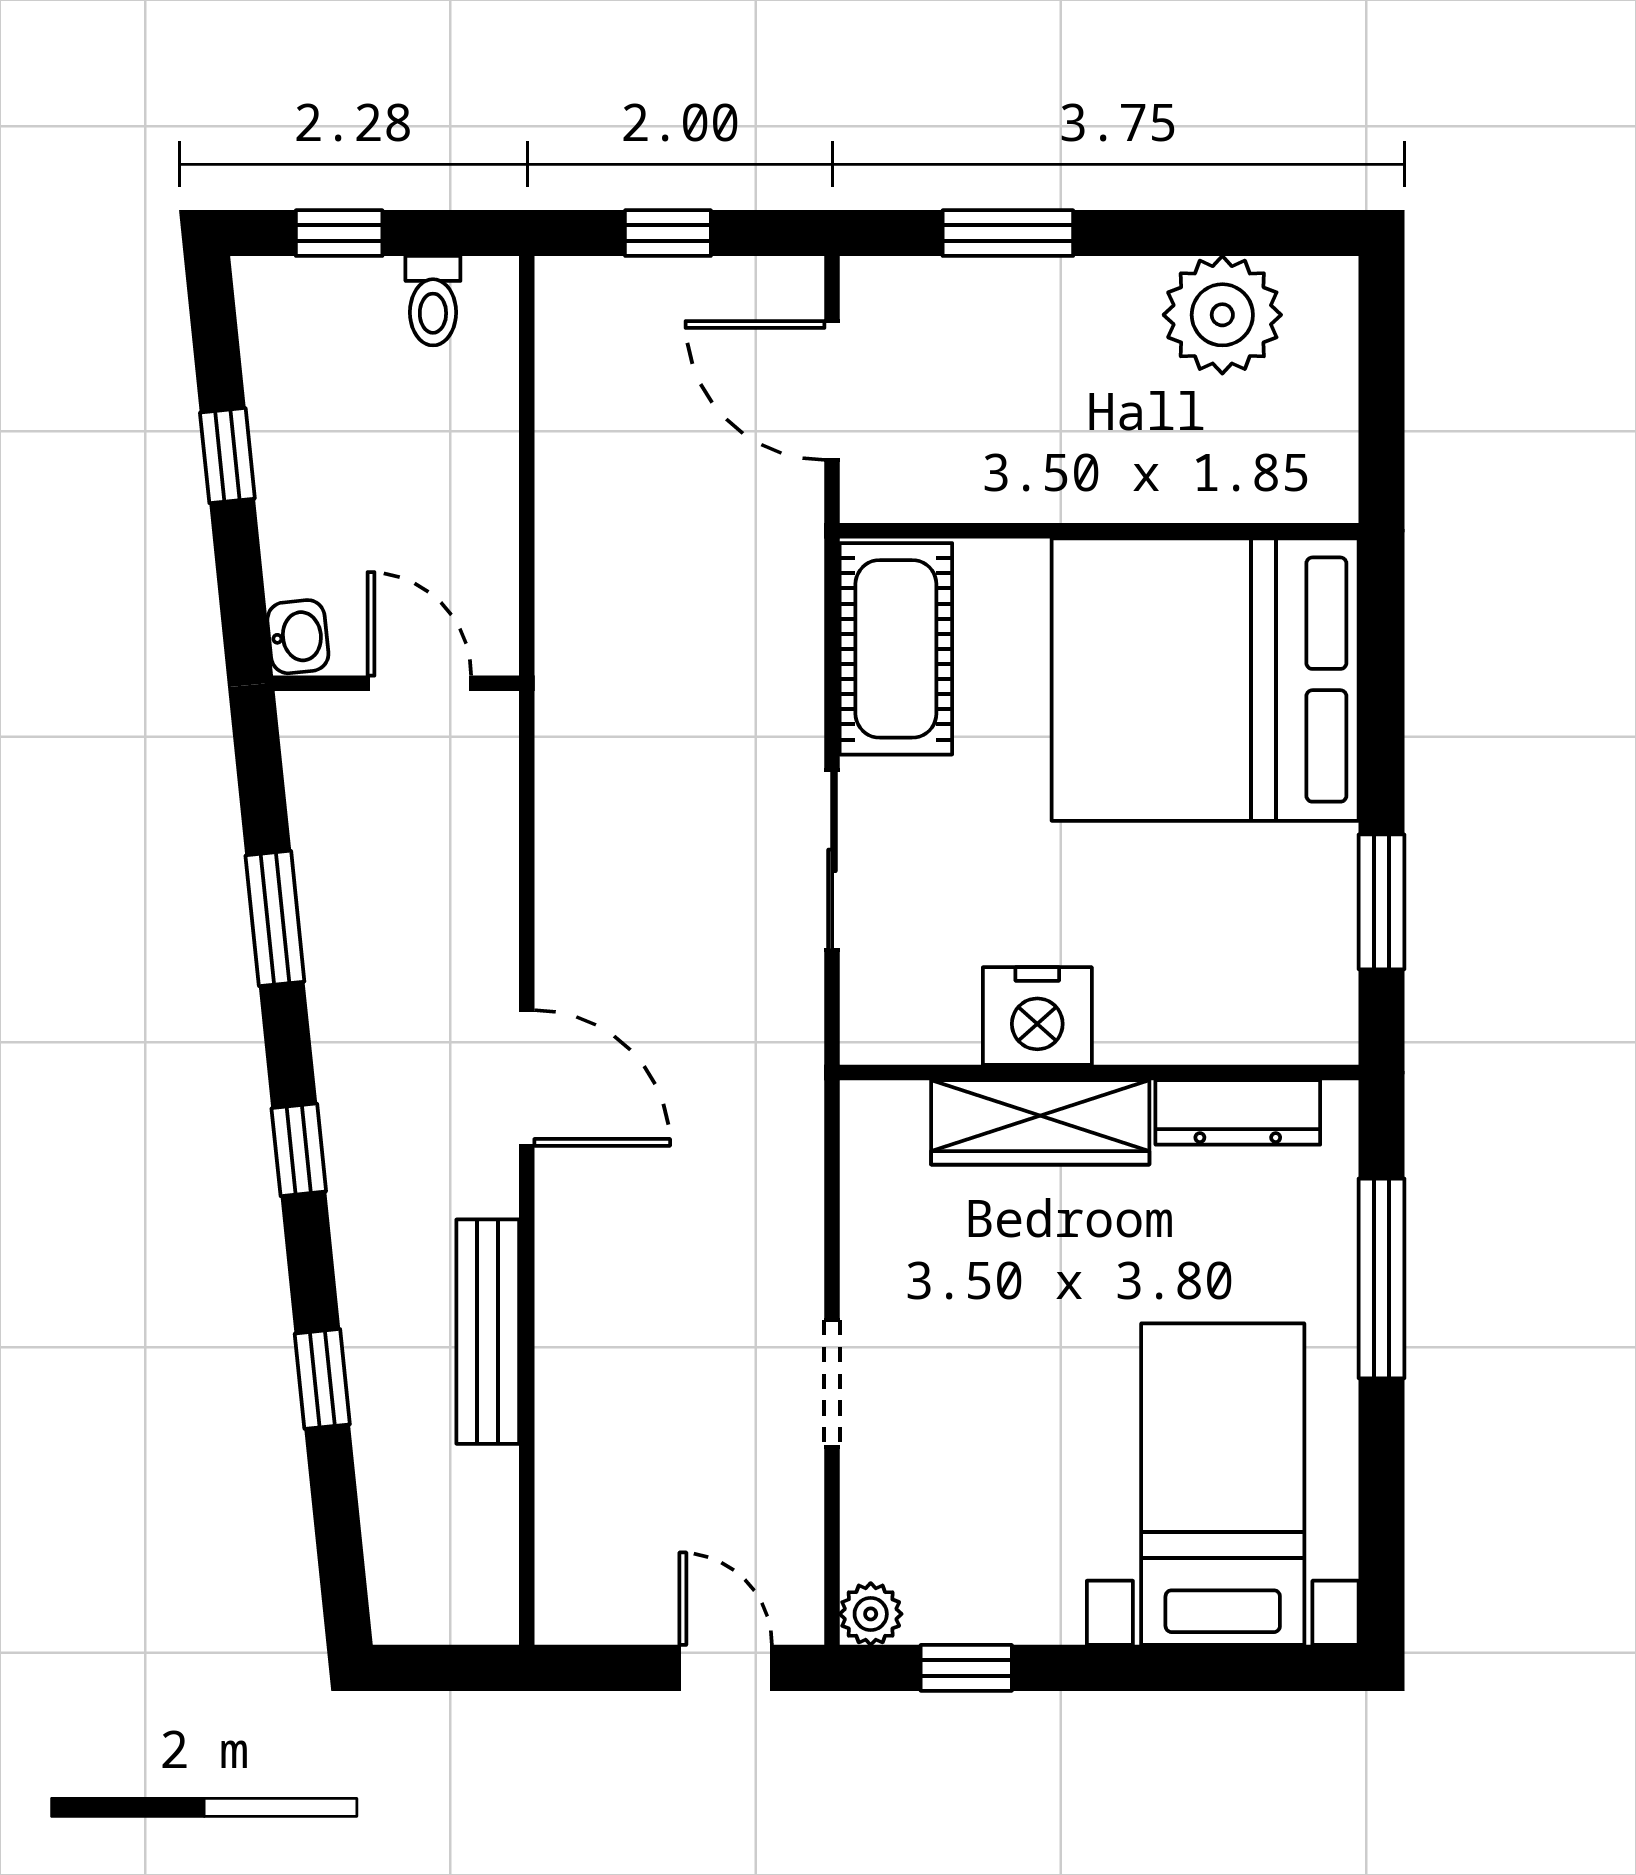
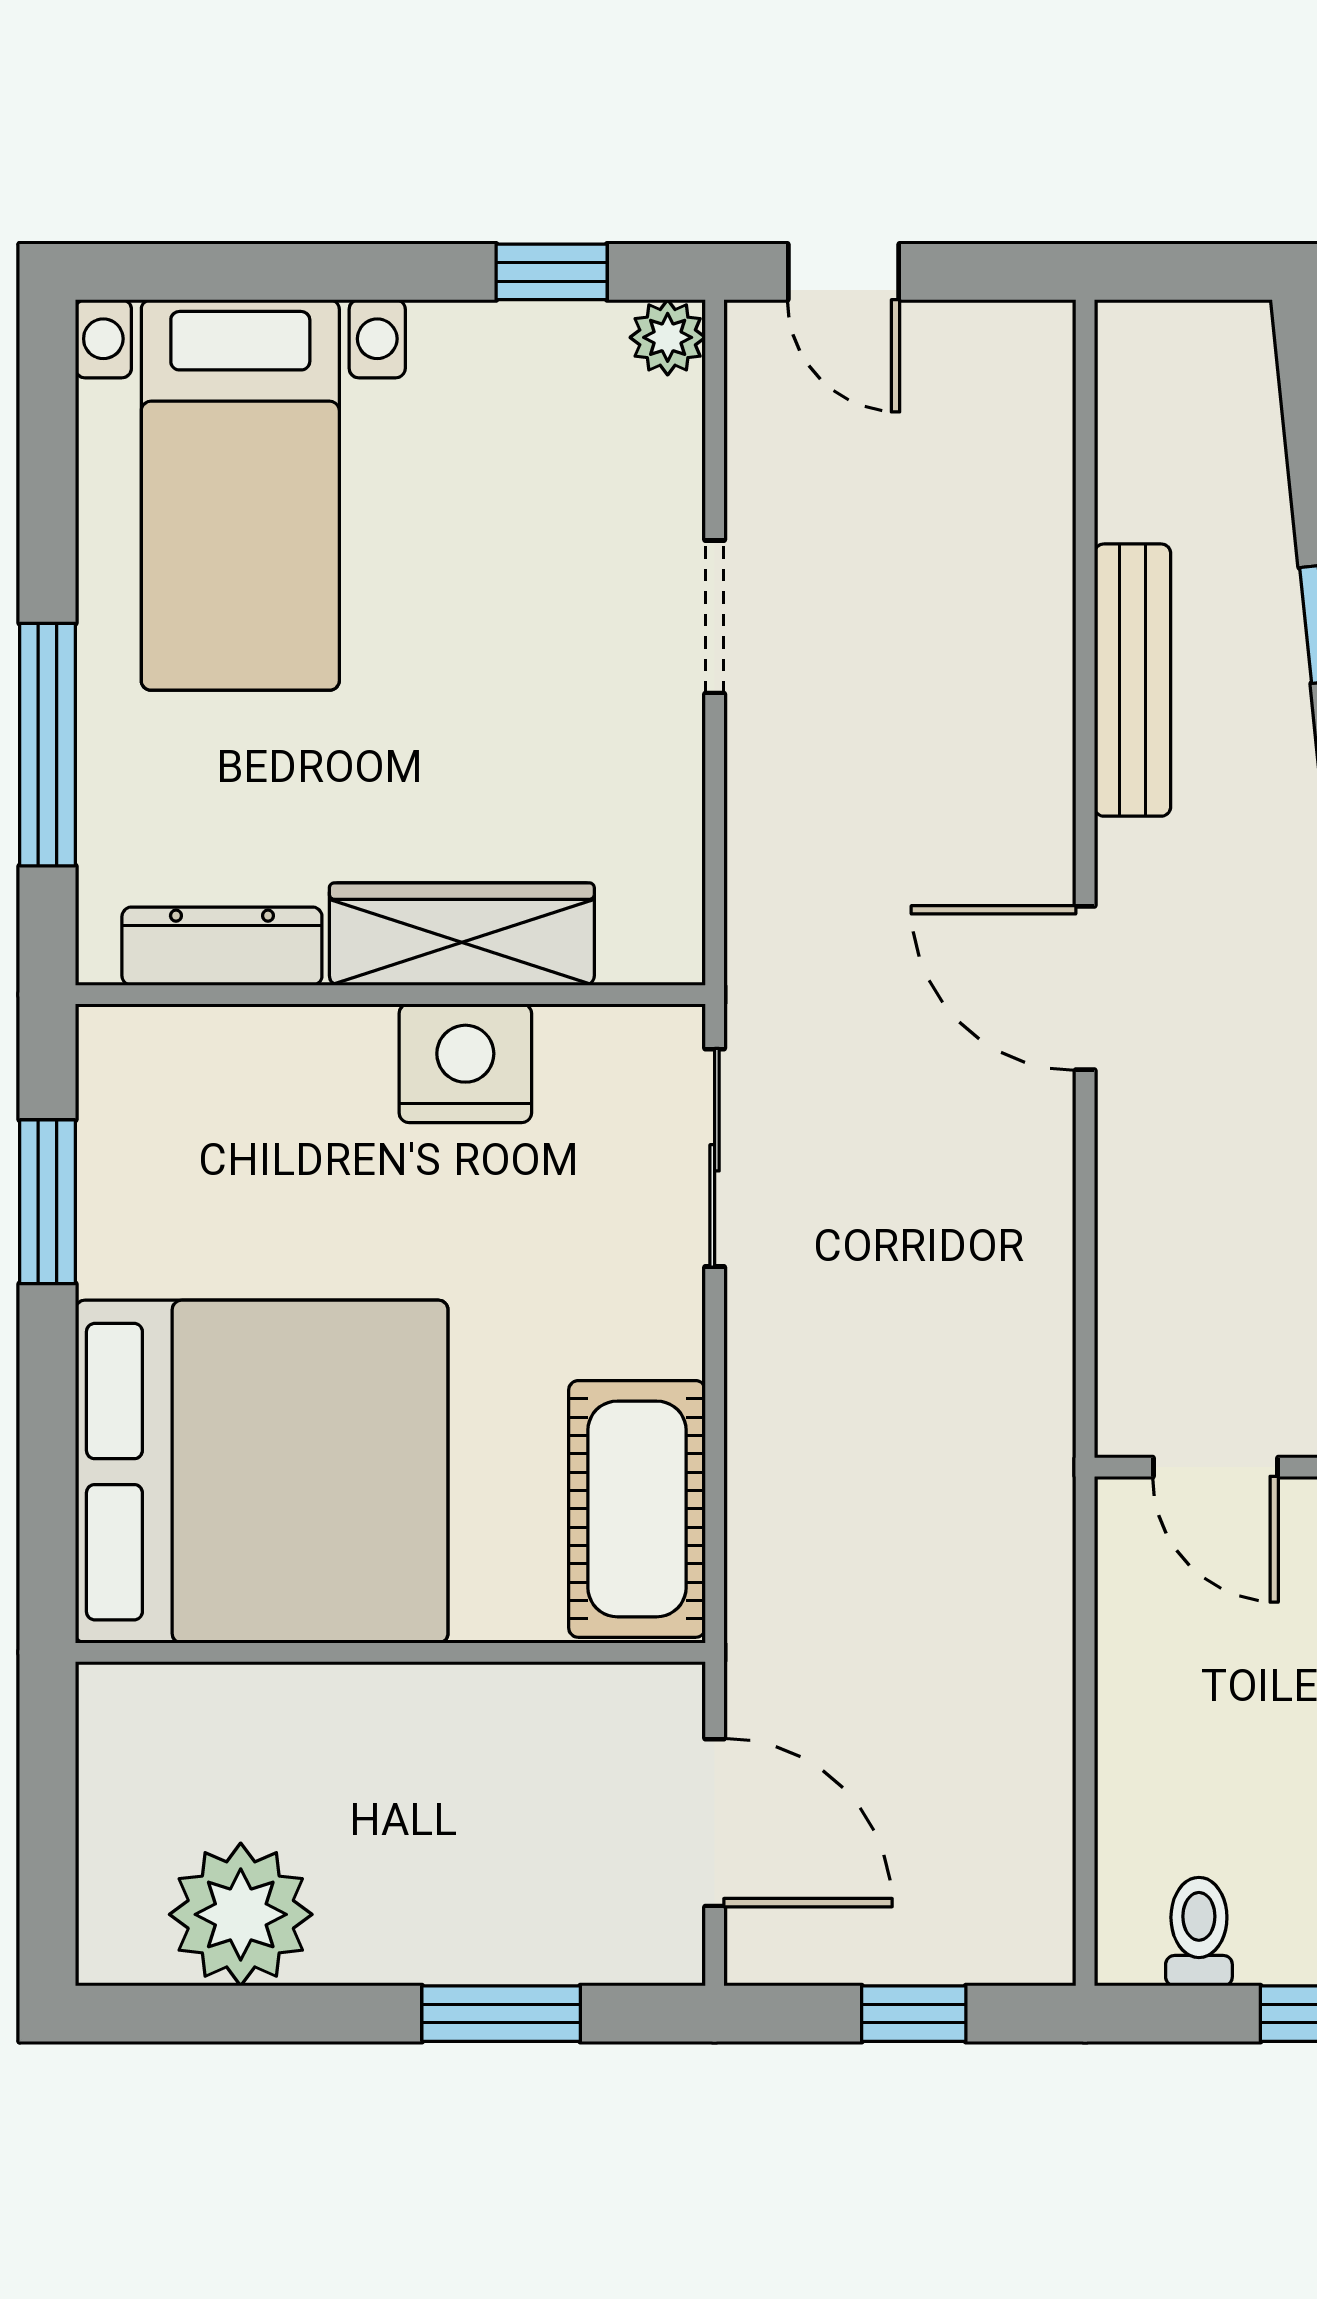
sliding door: (832, 860) -> (715, 1158), moved

